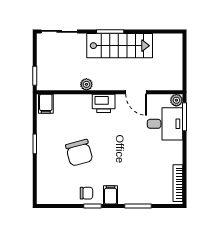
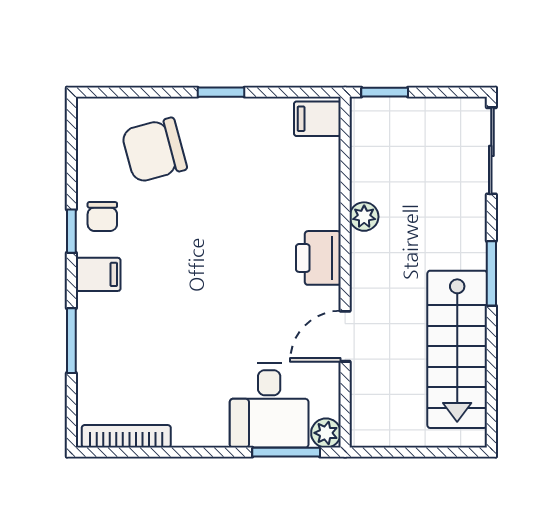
stairs: (120, 46) -> (457, 349), moved
chair: (79, 153) -> (154, 150), moved

